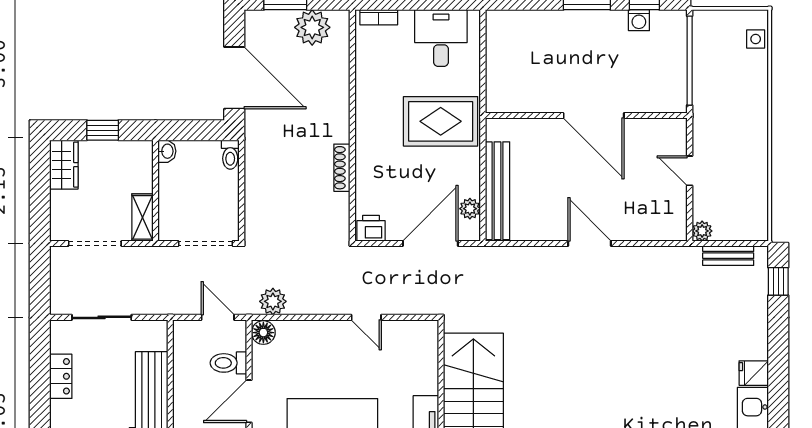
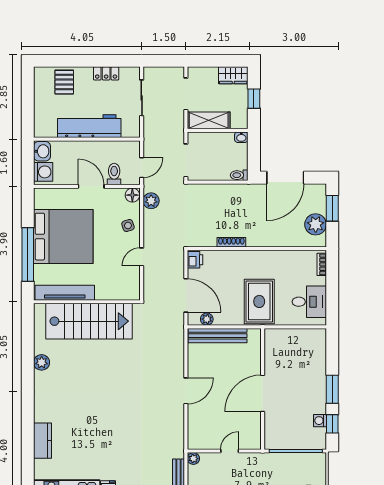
shelving: (142, 217) -> (209, 120), width x1.50, depth x1.33
side table: (314, 340) -> (128, 226), added

